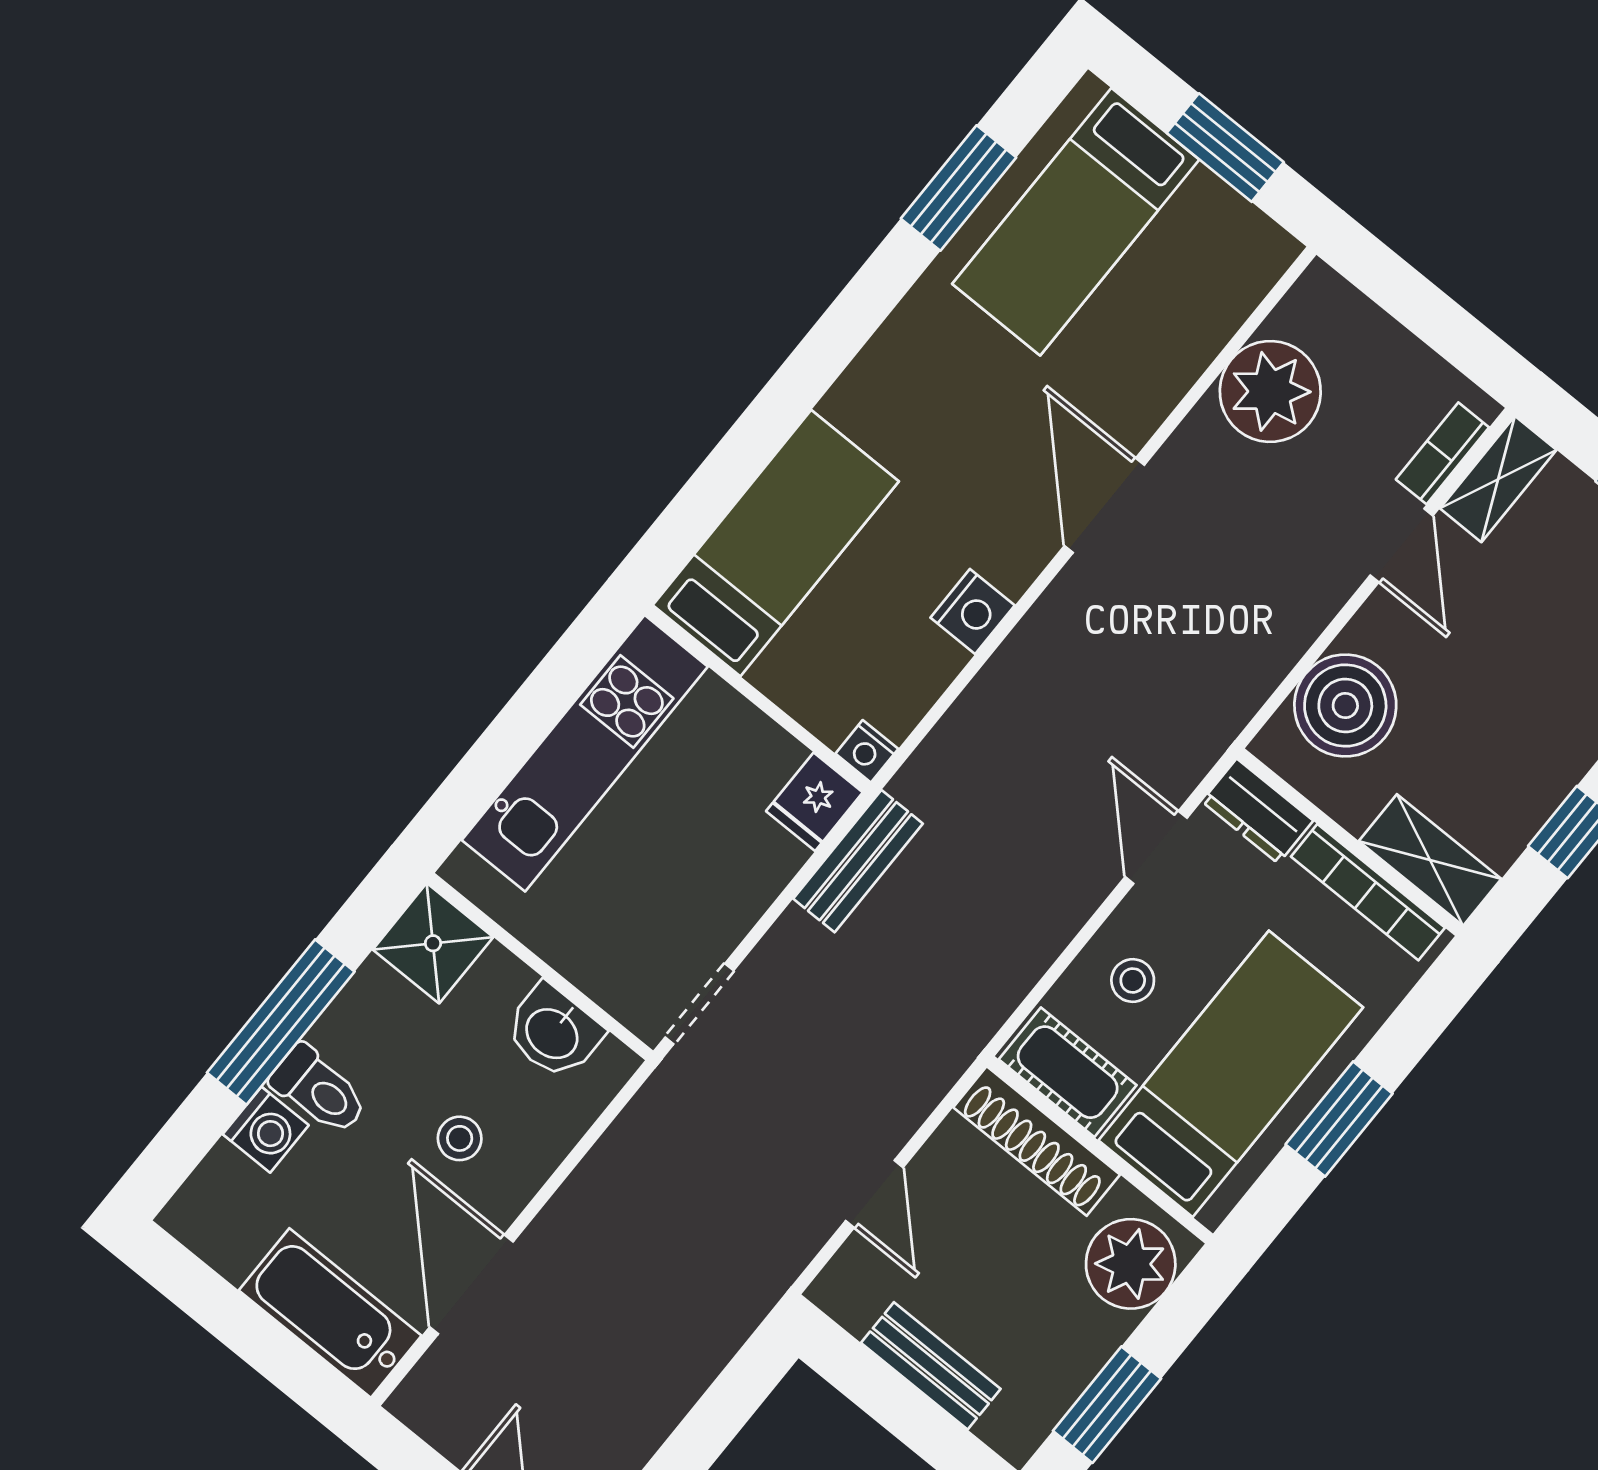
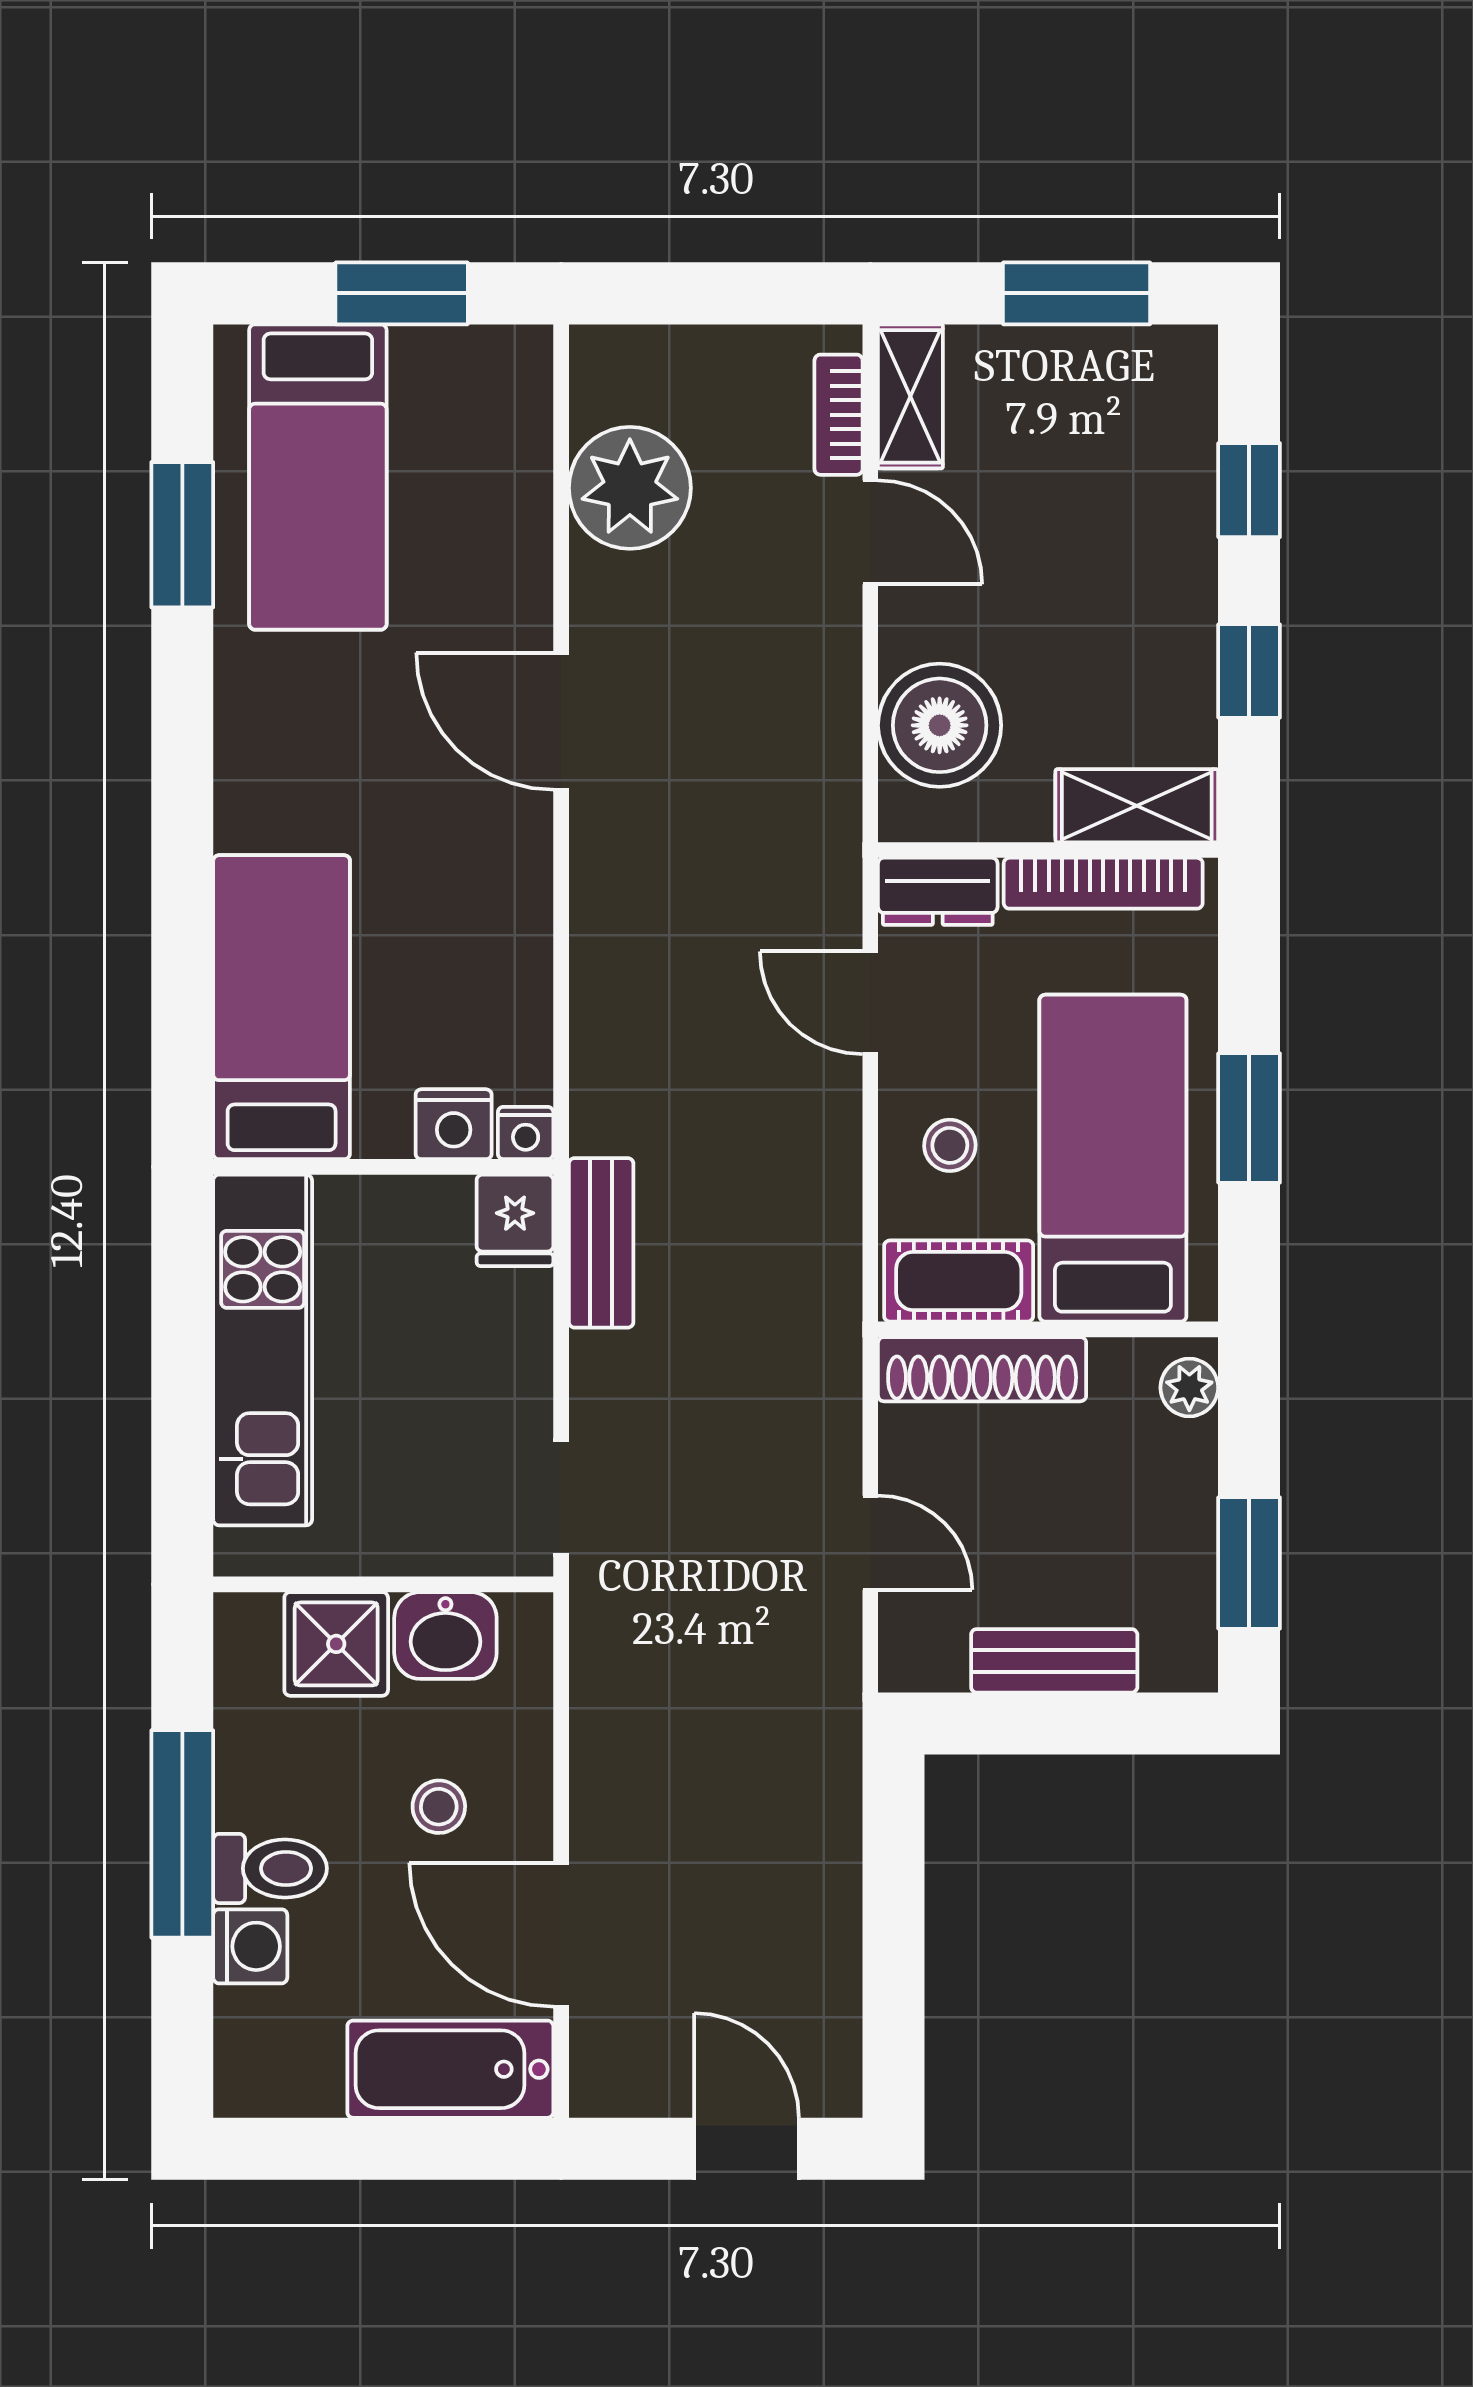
nightstand: (973, 612) -> (454, 1124), moved, turned 90
shower: (433, 943) -> (336, 1644), moved
plant: (1131, 1264) -> (1189, 1388), width x0.53, depth x0.53

